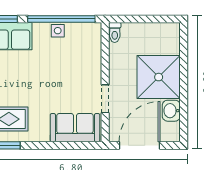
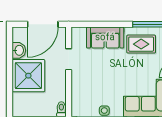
sofa: (75, 128) -> (105, 38), moved

